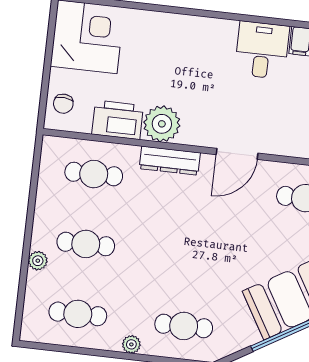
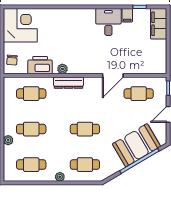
plant: (162, 124) -> (62, 69), width x0.53, depth x0.53
door: (237, 154) -> (113, 75), moved
cafe table: (192, 256) -> (85, 129), added

